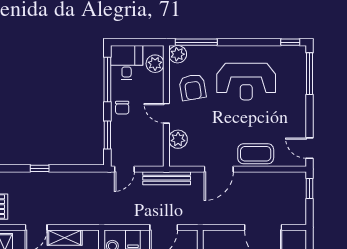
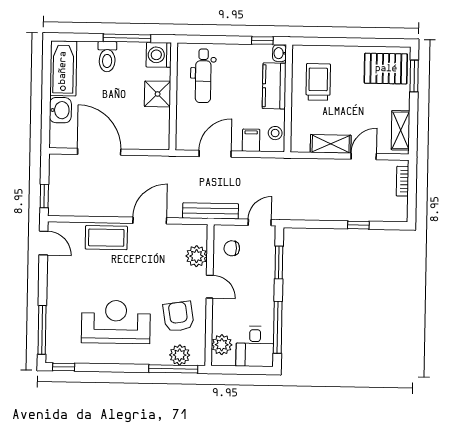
plant: (178, 54) -> (180, 355), moved
chair: (122, 108) -> (232, 248), moved, turned -90

